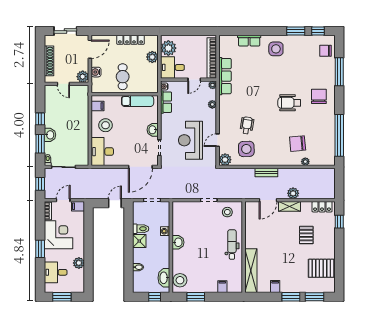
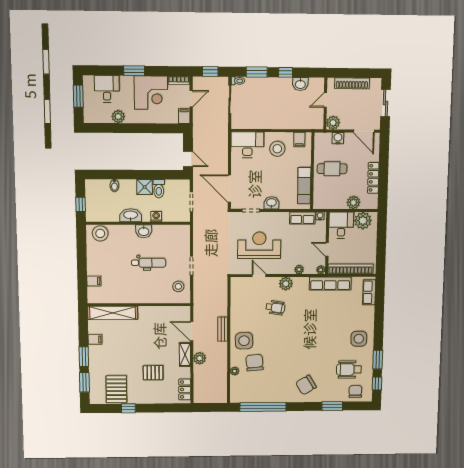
row of seats: (249, 41) -> (369, 292), moved
window: (339, 72) -> (332, 406), width x0.69
chair: (319, 96) -> (306, 385), turned 149
wheelchair: (289, 103) -> (349, 370), moved, turned -90
washbasin: (50, 135) -> (300, 84), moved
side table: (246, 149) -> (244, 341), moved
plant: (225, 160) -> (286, 284), moved
door: (63, 200) -> (191, 99), hinge flipped
window: (339, 222) -> (128, 408), moved
dental chair: (232, 244) -> (149, 263), moved
washbasin: (164, 278) -> (131, 215), moved
window: (196, 297) -> (82, 251), removed

